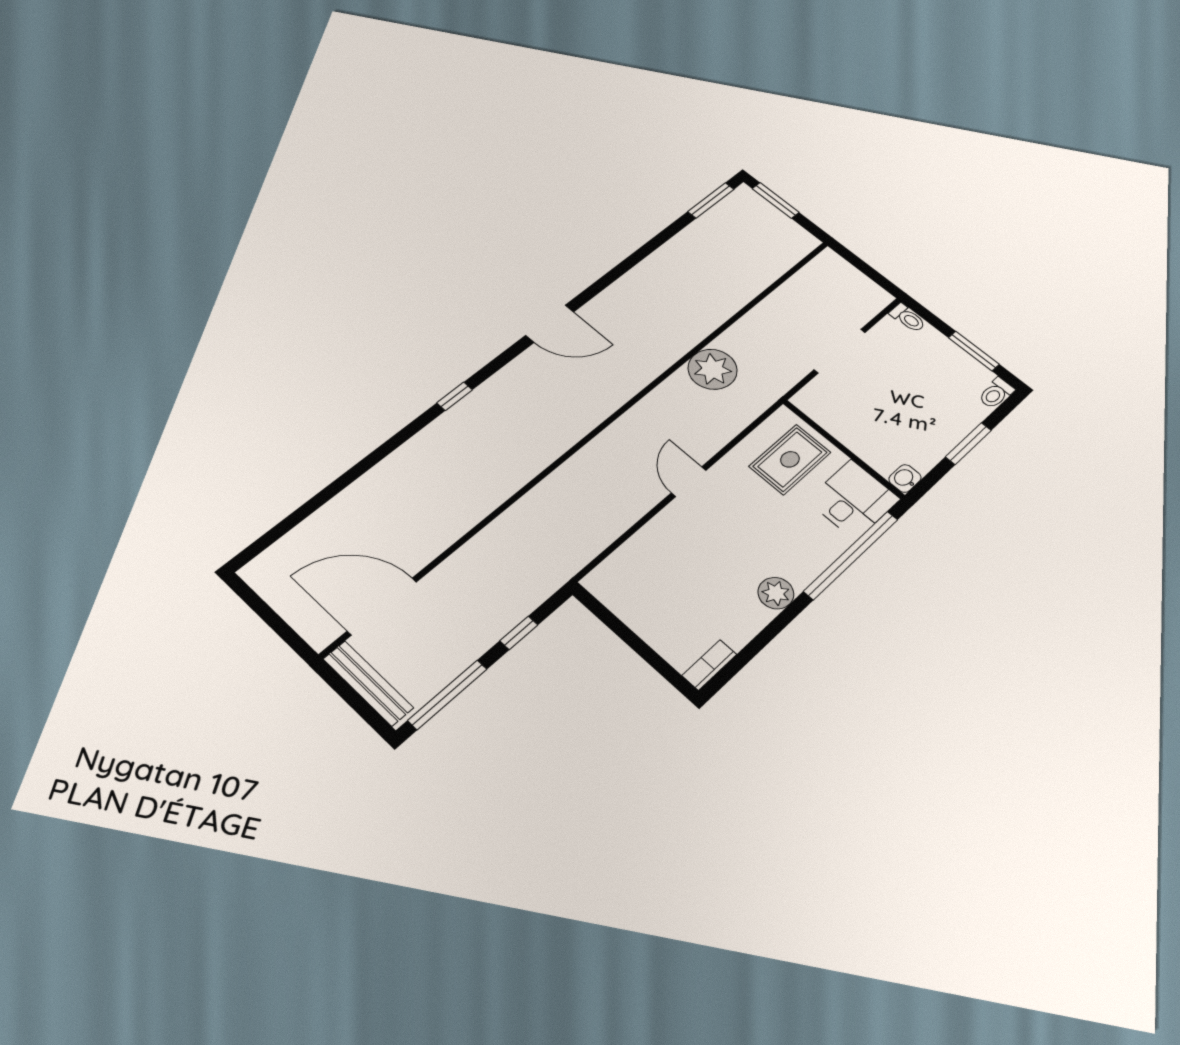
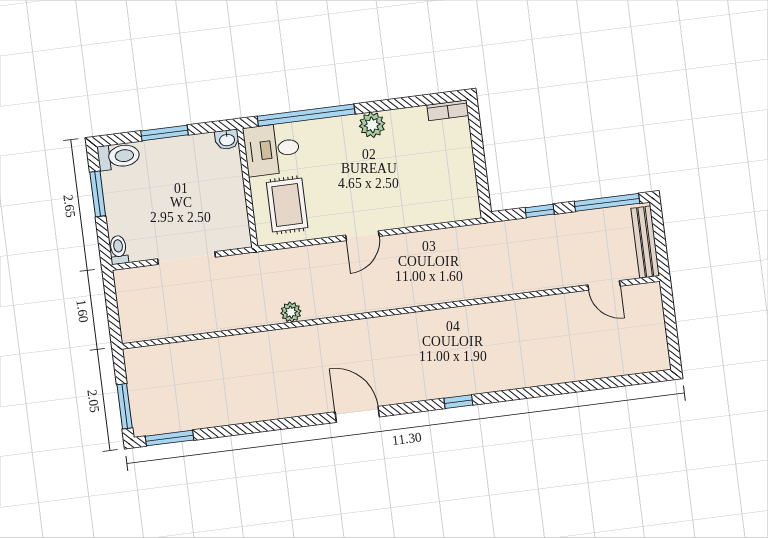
plant: (713, 369) -> (291, 312), width x0.53, depth x0.53
toilet: (996, 393) -> (119, 156), width x1.37, depth x1.39
rug: (790, 459) -> (287, 205), turned 90
door: (382, 606) -> (604, 285), width x0.53

